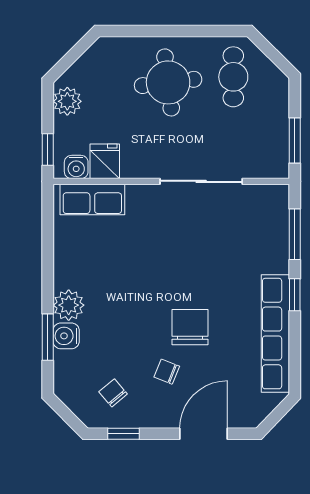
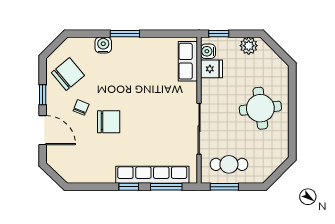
cafe table: (233, 77) -> (229, 164), moved
plant: (69, 305) -> (122, 47), removed
row of seats: (275, 334) -> (152, 175), moved
window: (48, 337) -> (125, 34), moved
chair: (113, 393) -> (68, 74), width x1.87, depth x1.87
window: (123, 434) -> (43, 95), moved

